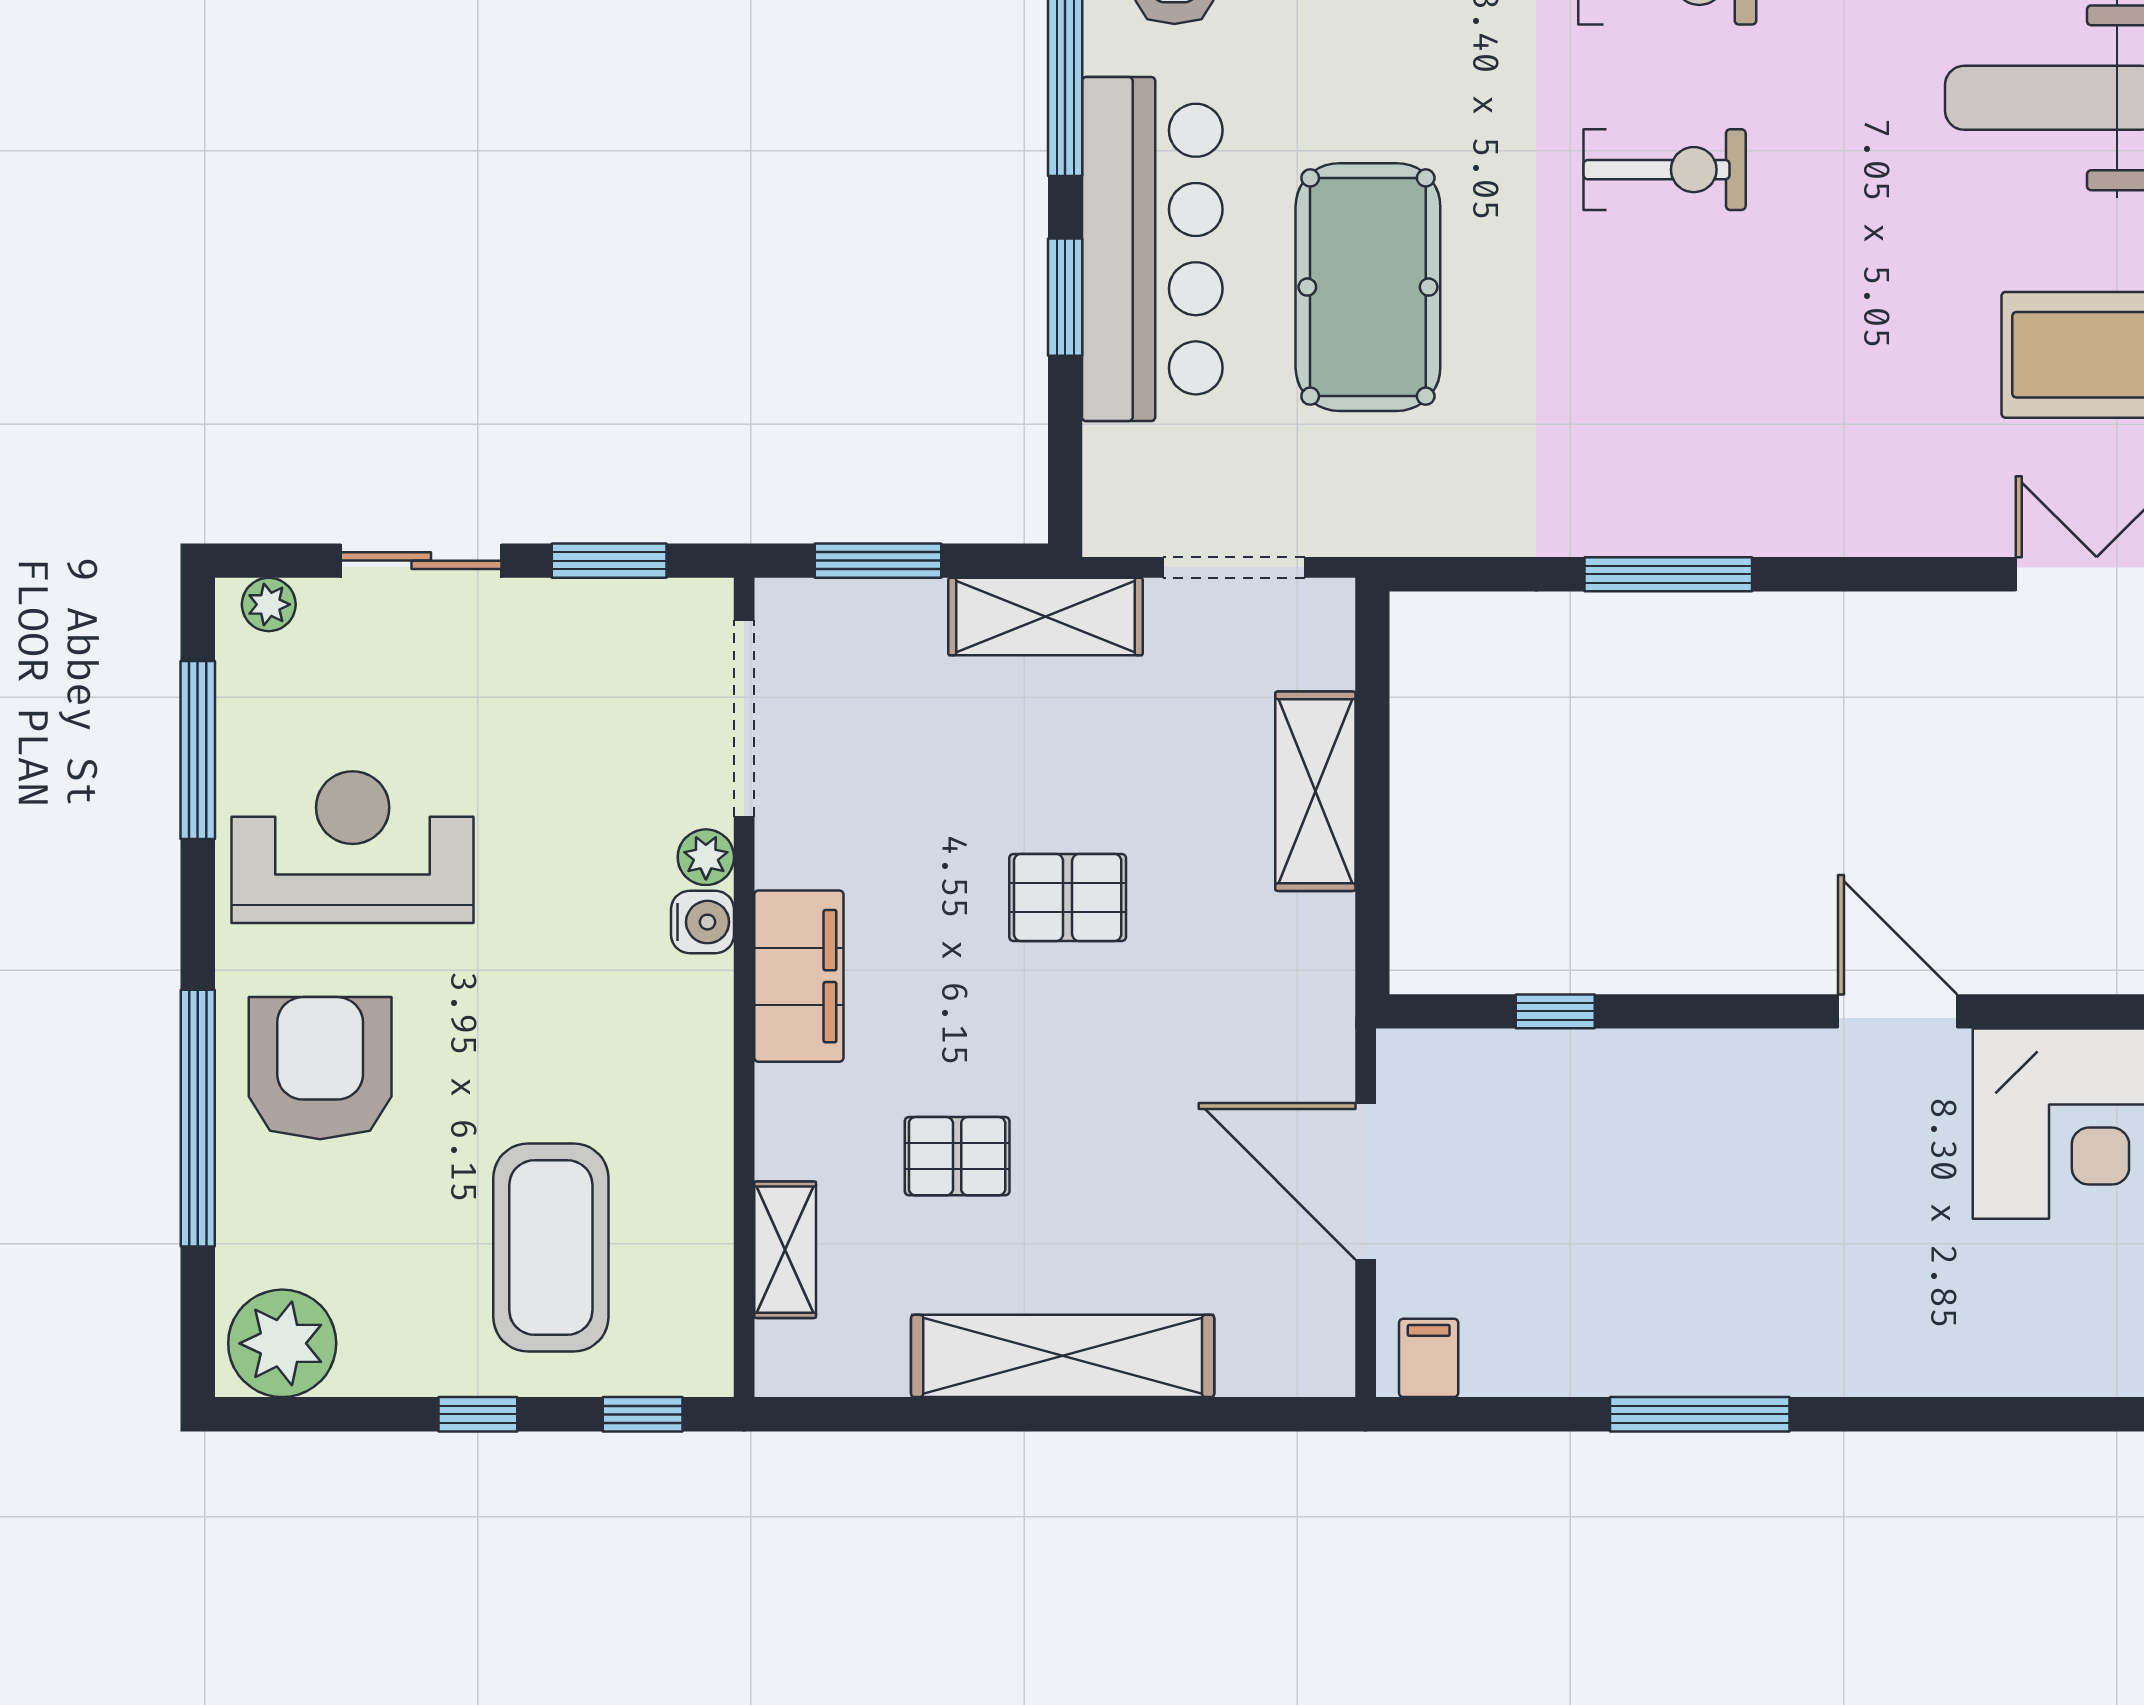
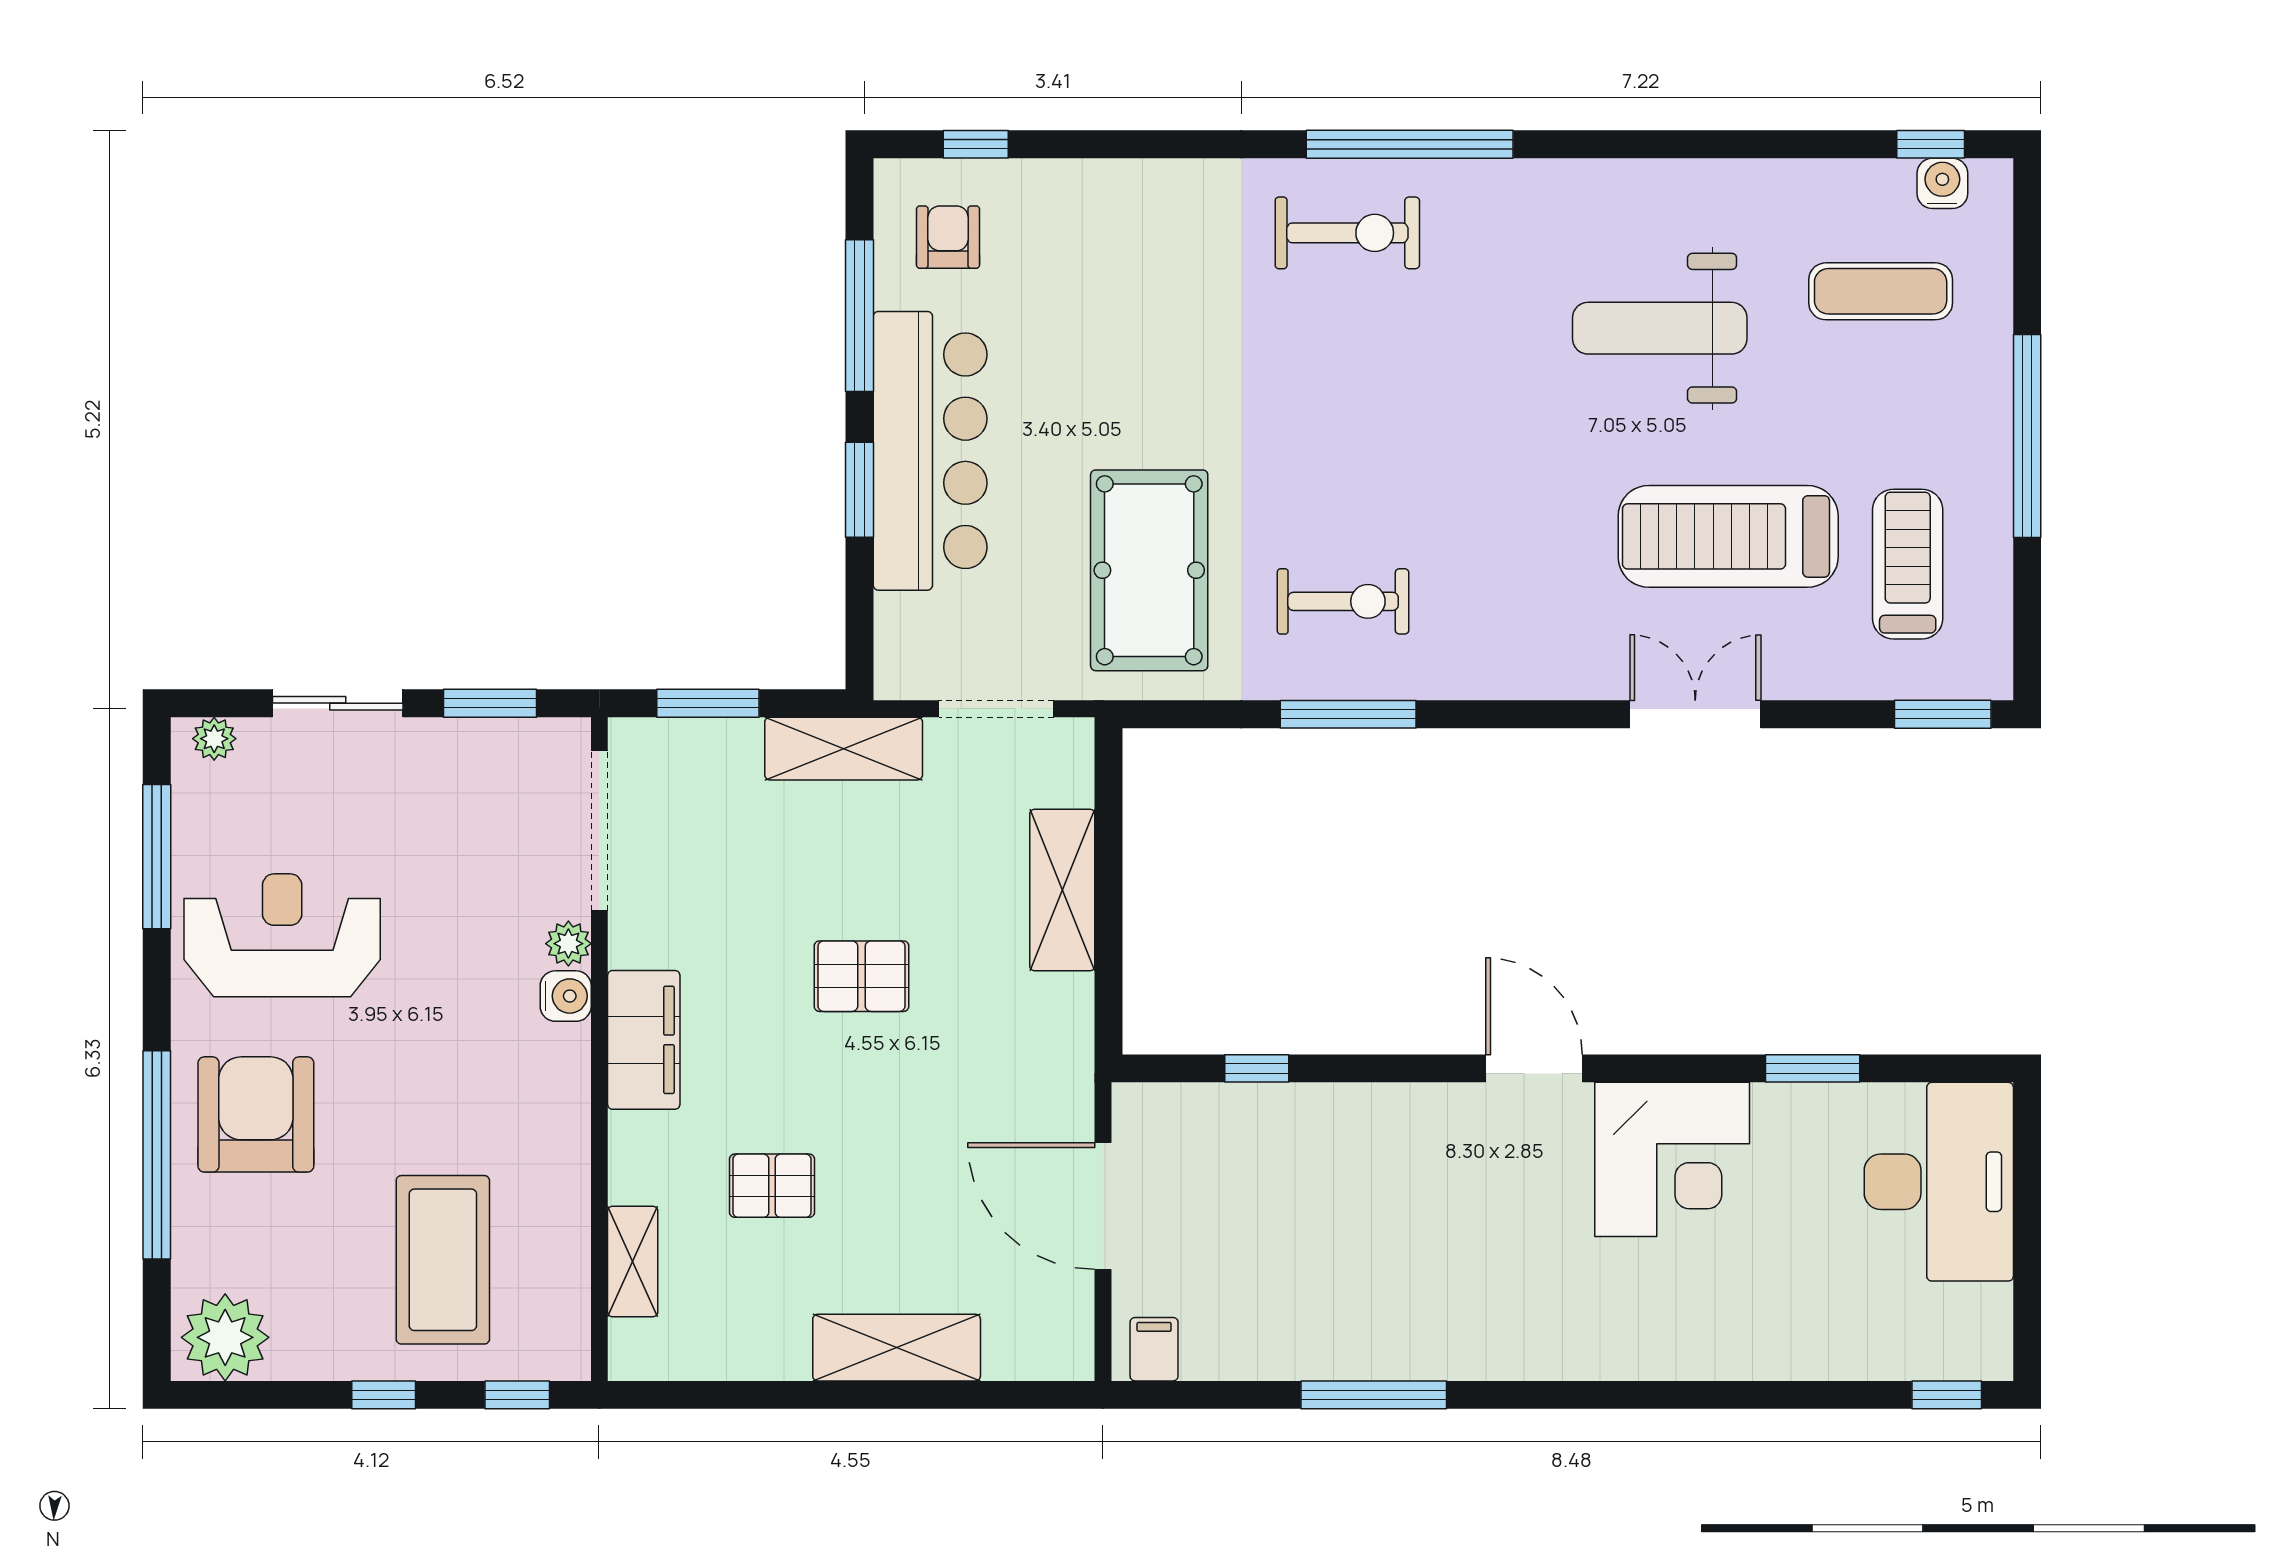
exercise bike: (1665, 170) -> (1343, 601), moved
pool table: (1368, 287) -> (1149, 570), moved
shelving: (1063, 1356) -> (897, 1348), width x0.68

